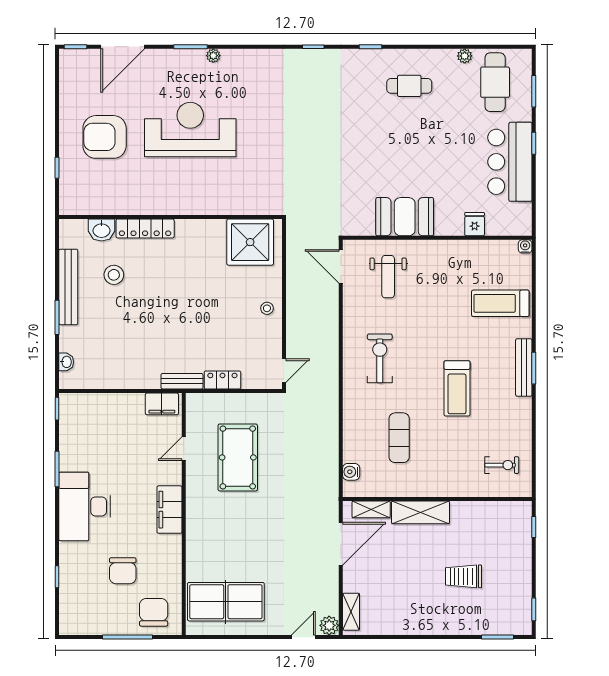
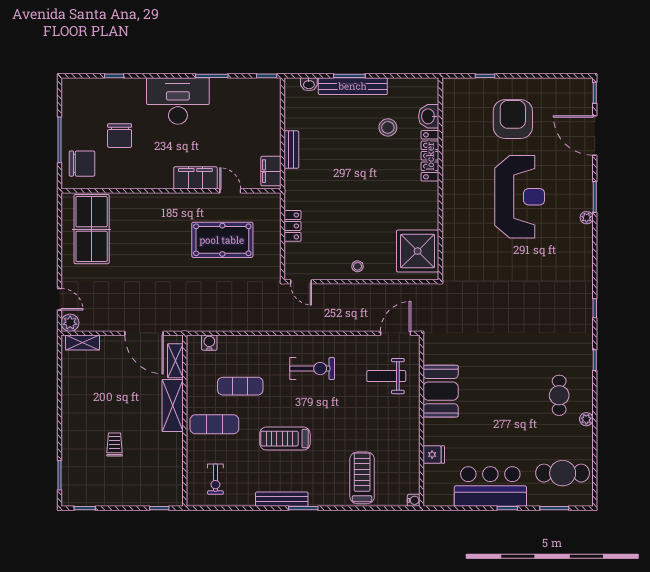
plant: (465, 56) -> (586, 419), moved
bench: (68, 287) -> (353, 86), moved
bench: (524, 368) -> (282, 499), moved
bench: (182, 381) -> (291, 150), moved
exercise mat: (441, 466) -> (214, 424), added
filing cabinet: (169, 510) -> (195, 178), moved
chair: (123, 571) -> (120, 136), turned -90
trolley: (464, 576) -> (115, 445), width x0.73, depth x0.72

